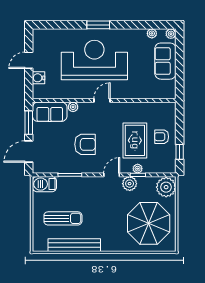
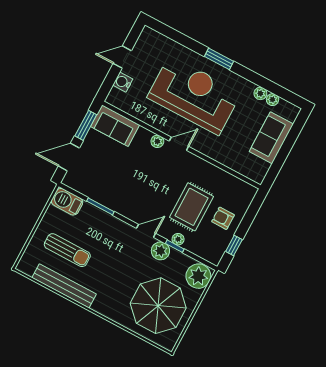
plant: (171, 34) -> (260, 93), moved
plant: (73, 107) -> (157, 141), moved
armchair: (85, 144) -> (135, 182), removed

